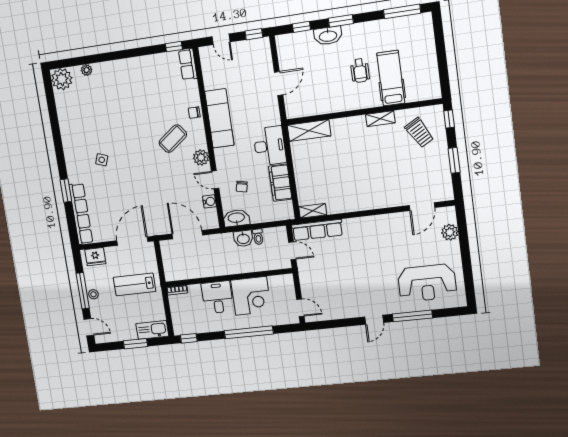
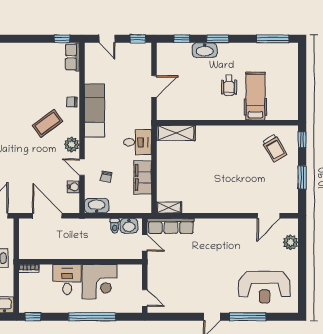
shelving: (380, 119) -> (242, 131), removed
desk: (270, 146) -> (138, 142), width x0.73
washbasin: (243, 238) -> (129, 226), moved

